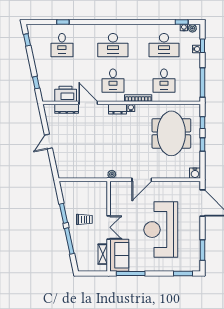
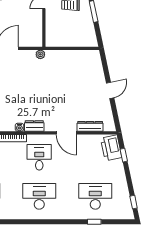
desk: (62, 45) -> (95, 196), width x1.37
printer: (66, 94) -> (111, 148), moved, turned 78

